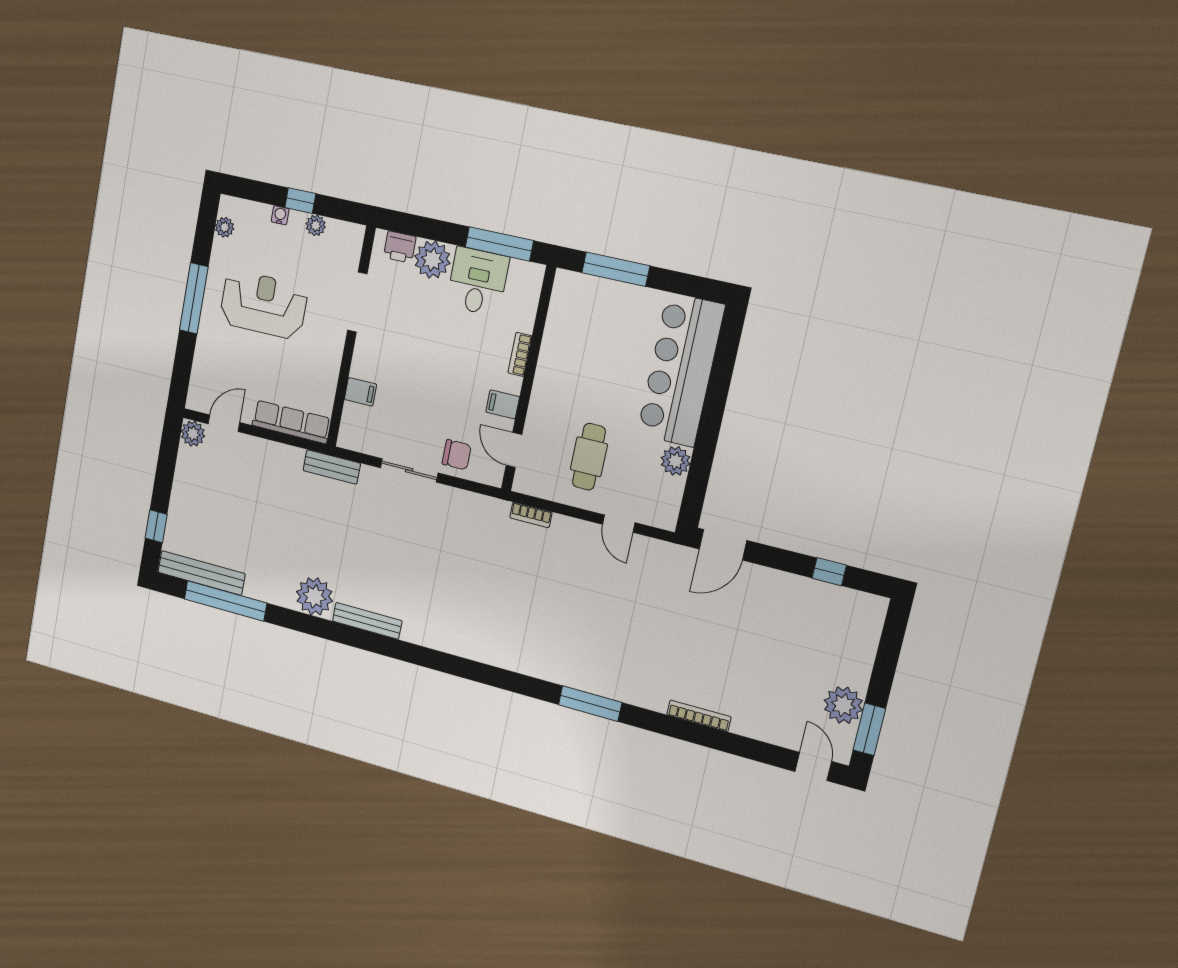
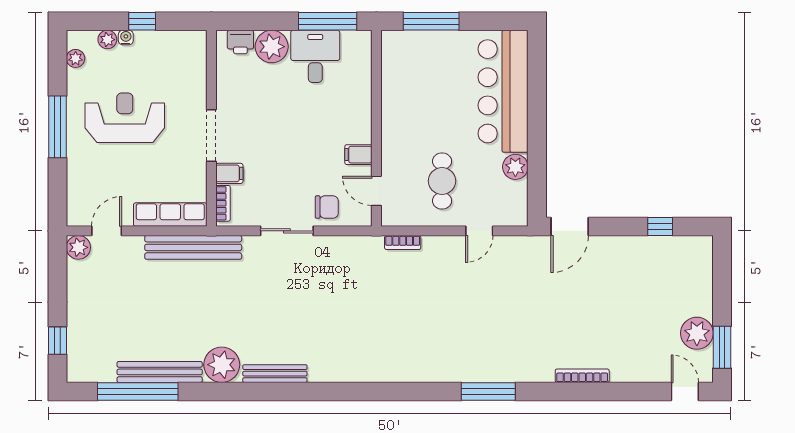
plant: (316, 225) -> (107, 40), moved
doorway: (357, 302) -> (211, 135), moved
bookcase: (520, 354) -> (223, 203), moved, turned 180
bench: (332, 467) -> (193, 247), width x1.86, depth x1.21
door: (619, 524) -> (479, 231), hinge flipped
bench: (201, 573) -> (160, 372), moved

